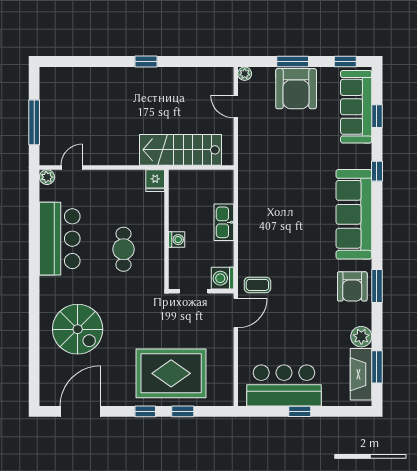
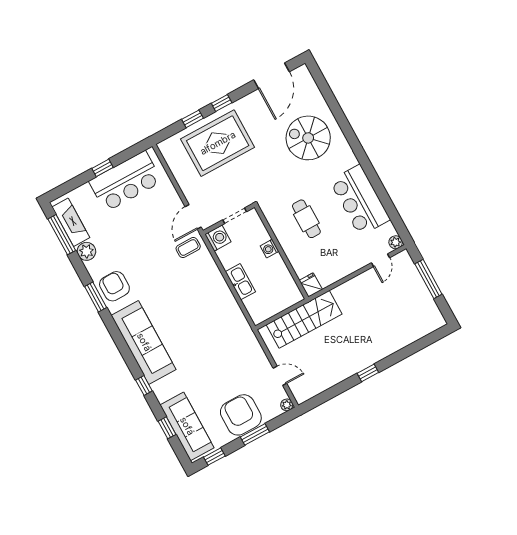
window: (377, 367) -> (62, 235), width x1.44

